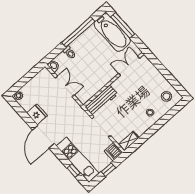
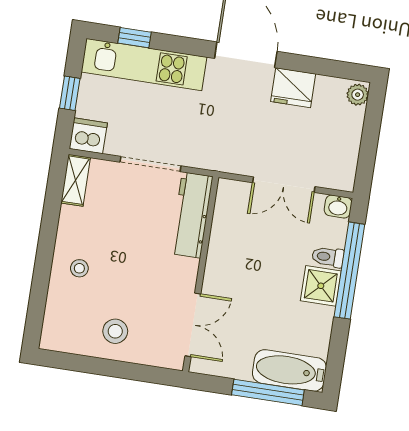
window: (78, 32) -> (349, 271), moved
bathtub: (112, 32) -> (289, 370), width x0.73, depth x0.73
shower: (79, 45) -> (321, 286), added
stool: (166, 96) -> (115, 331), moved

